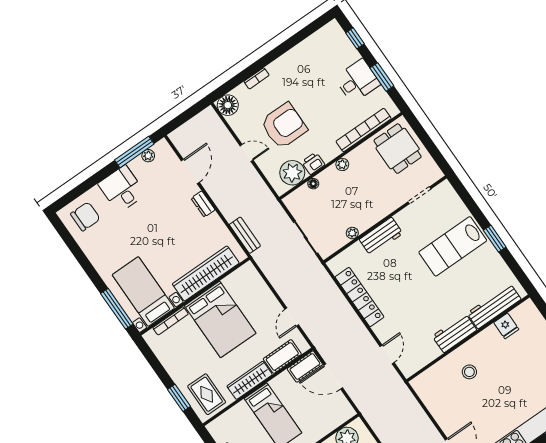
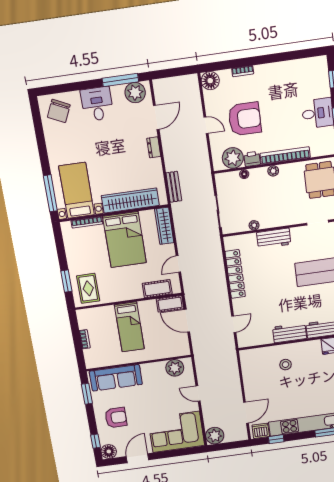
bookcase: (364, 130) -> (285, 155), moved
plant: (148, 156) -> (135, 93), width x1.87, depth x1.87
chair: (85, 216) -> (59, 111), turned 115
wardrobe: (250, 380) -> (164, 226), moved, turned -90

